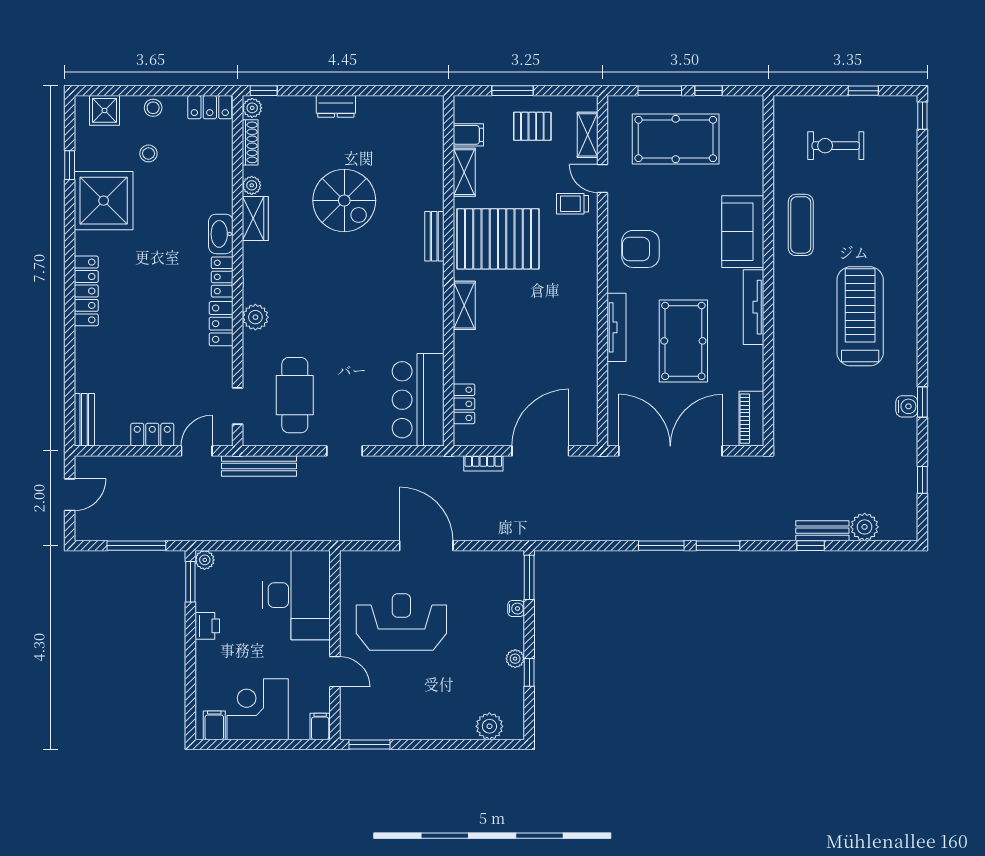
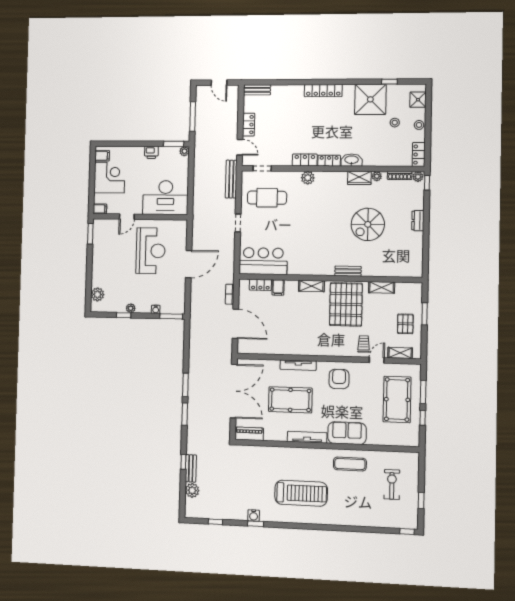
filing cabinet: (468, 135) -> (278, 287), moved

